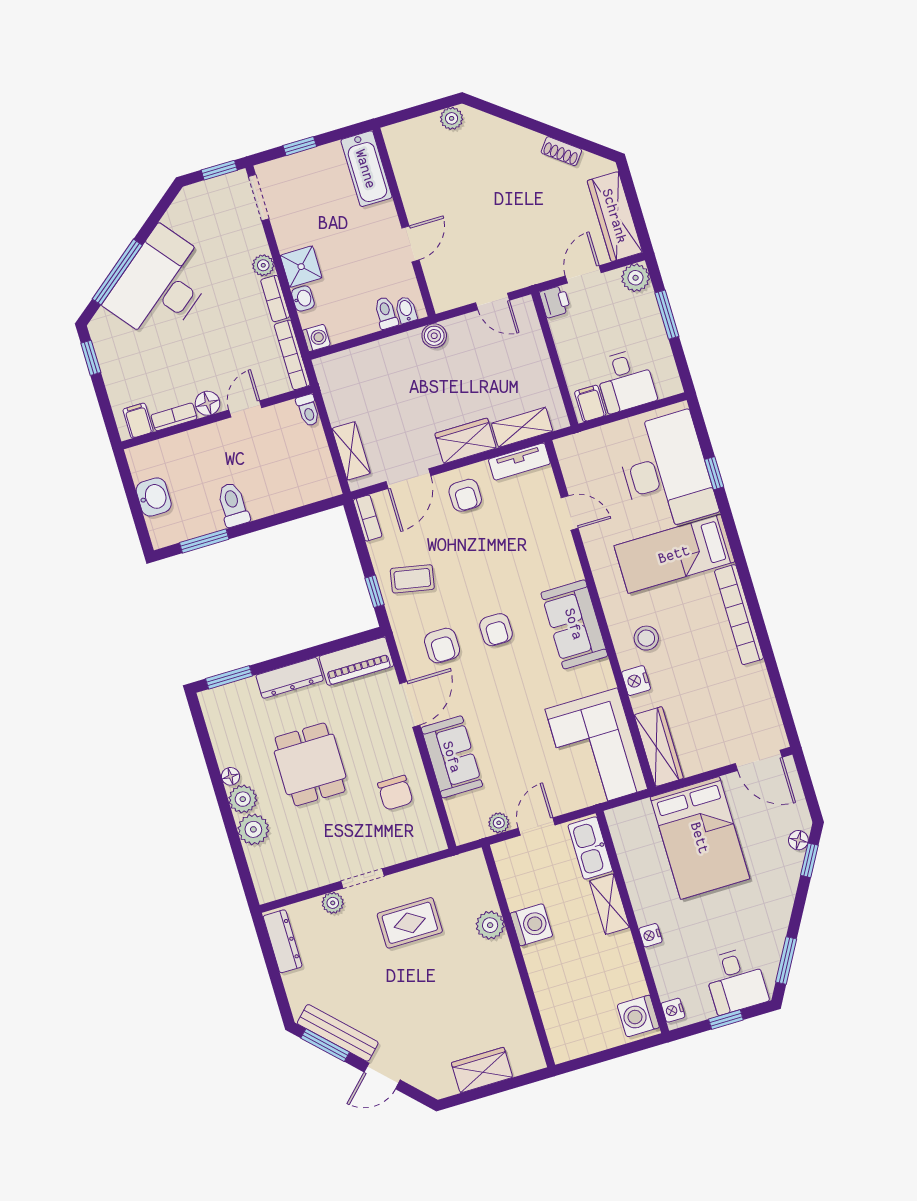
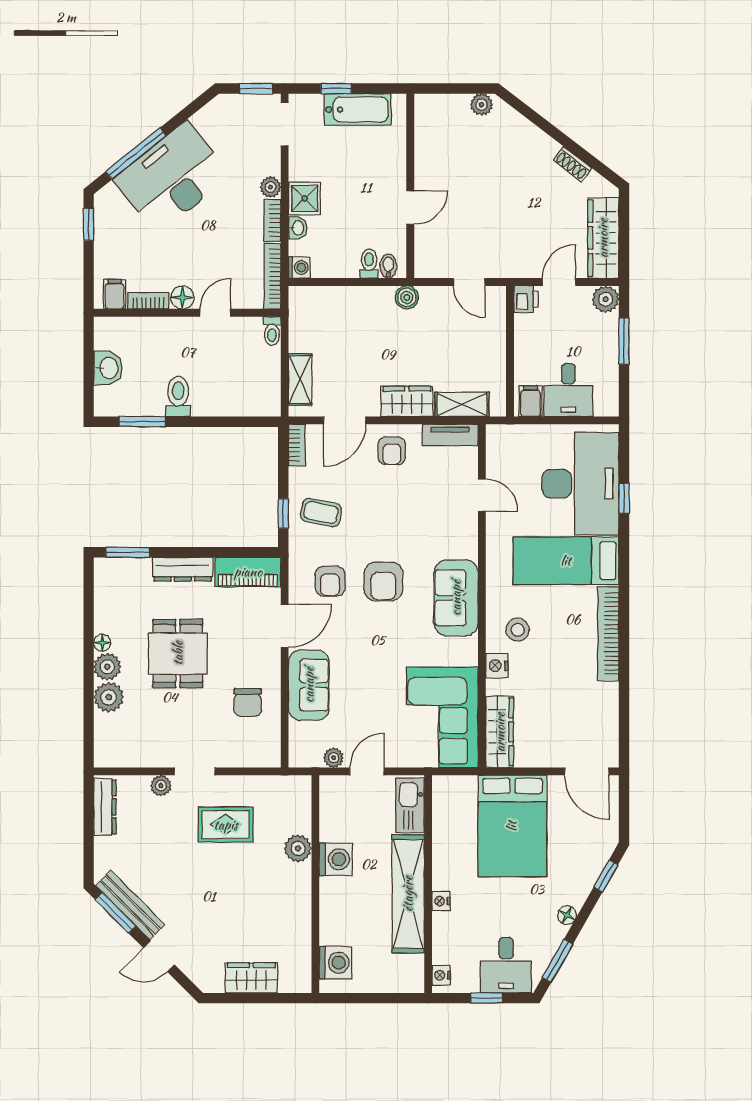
bathtub: (366, 169) -> (357, 109), moved, turned -90
armchair: (496, 630) -> (383, 581), width x1.38, depth x1.38
floor lamp: (798, 840) -> (567, 915), moved
shelving: (609, 904) -> (408, 894), width x2.20, depth x1.33
washing machine: (638, 1016) -> (335, 963), moved, turned 180

